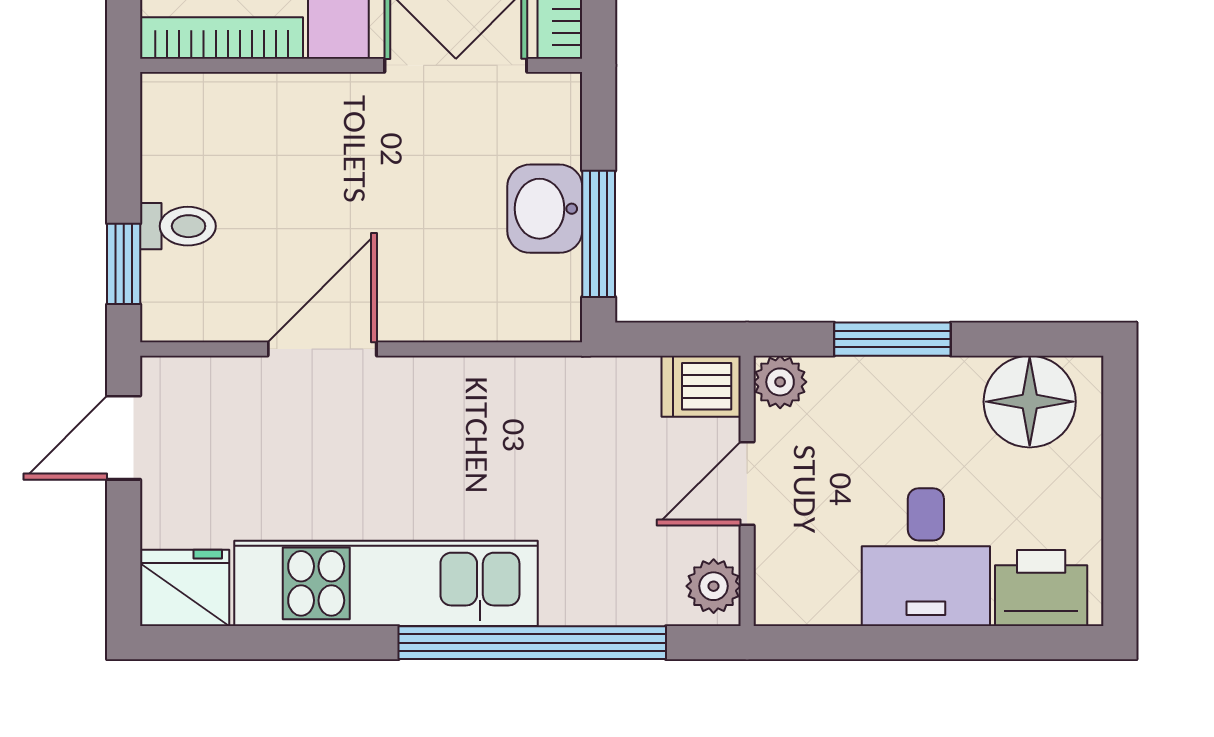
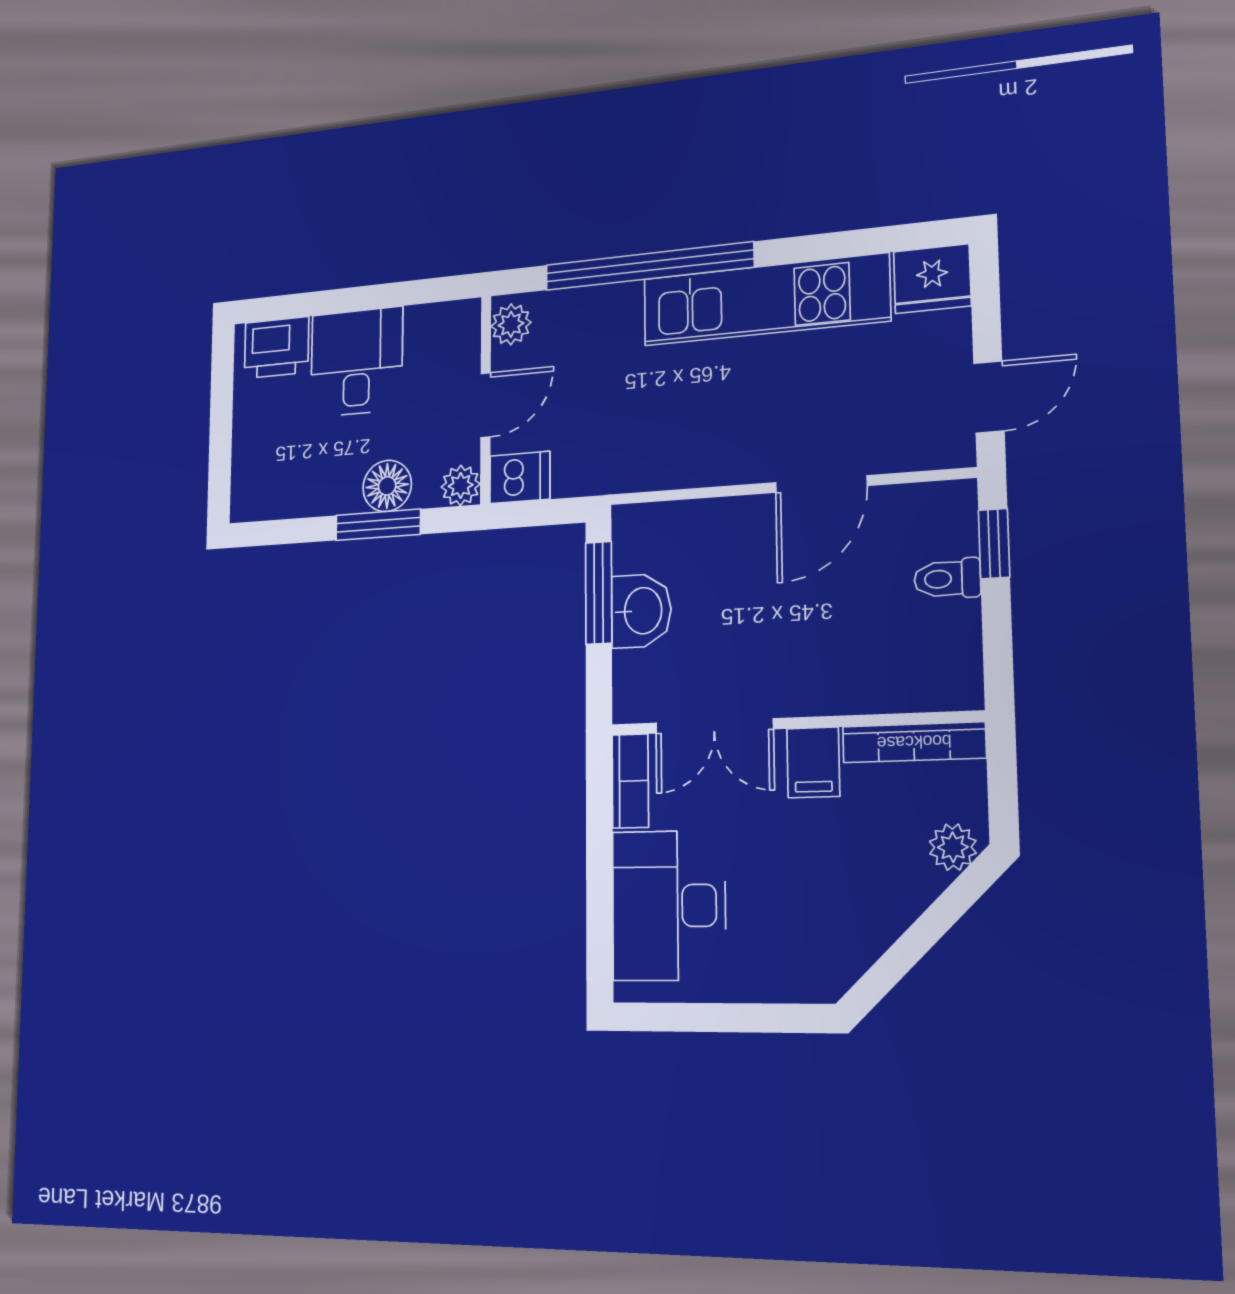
floor lamp: (1030, 402) -> (387, 486), moved, width x0.73, depth x0.73

